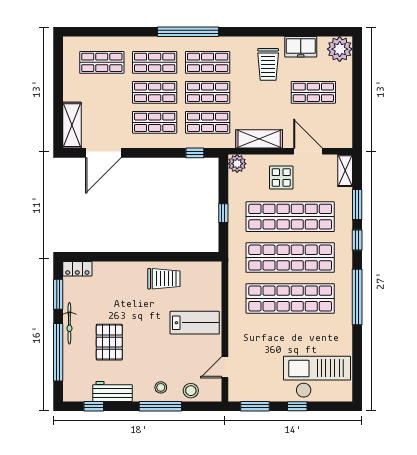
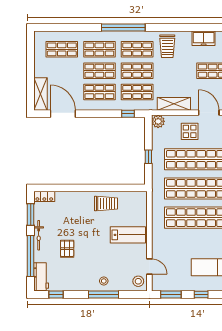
trolley: (268, 64) -> (167, 46), moved
door: (103, 153) -> (63, 114), swing flipped
pallet: (109, 342) -> (67, 249), width x0.67, depth x0.71
door: (225, 367) -> (149, 267), swing flipped
workbench: (112, 391) -> (41, 277), moved, turned 90
stool: (191, 391) -> (138, 281), moved

